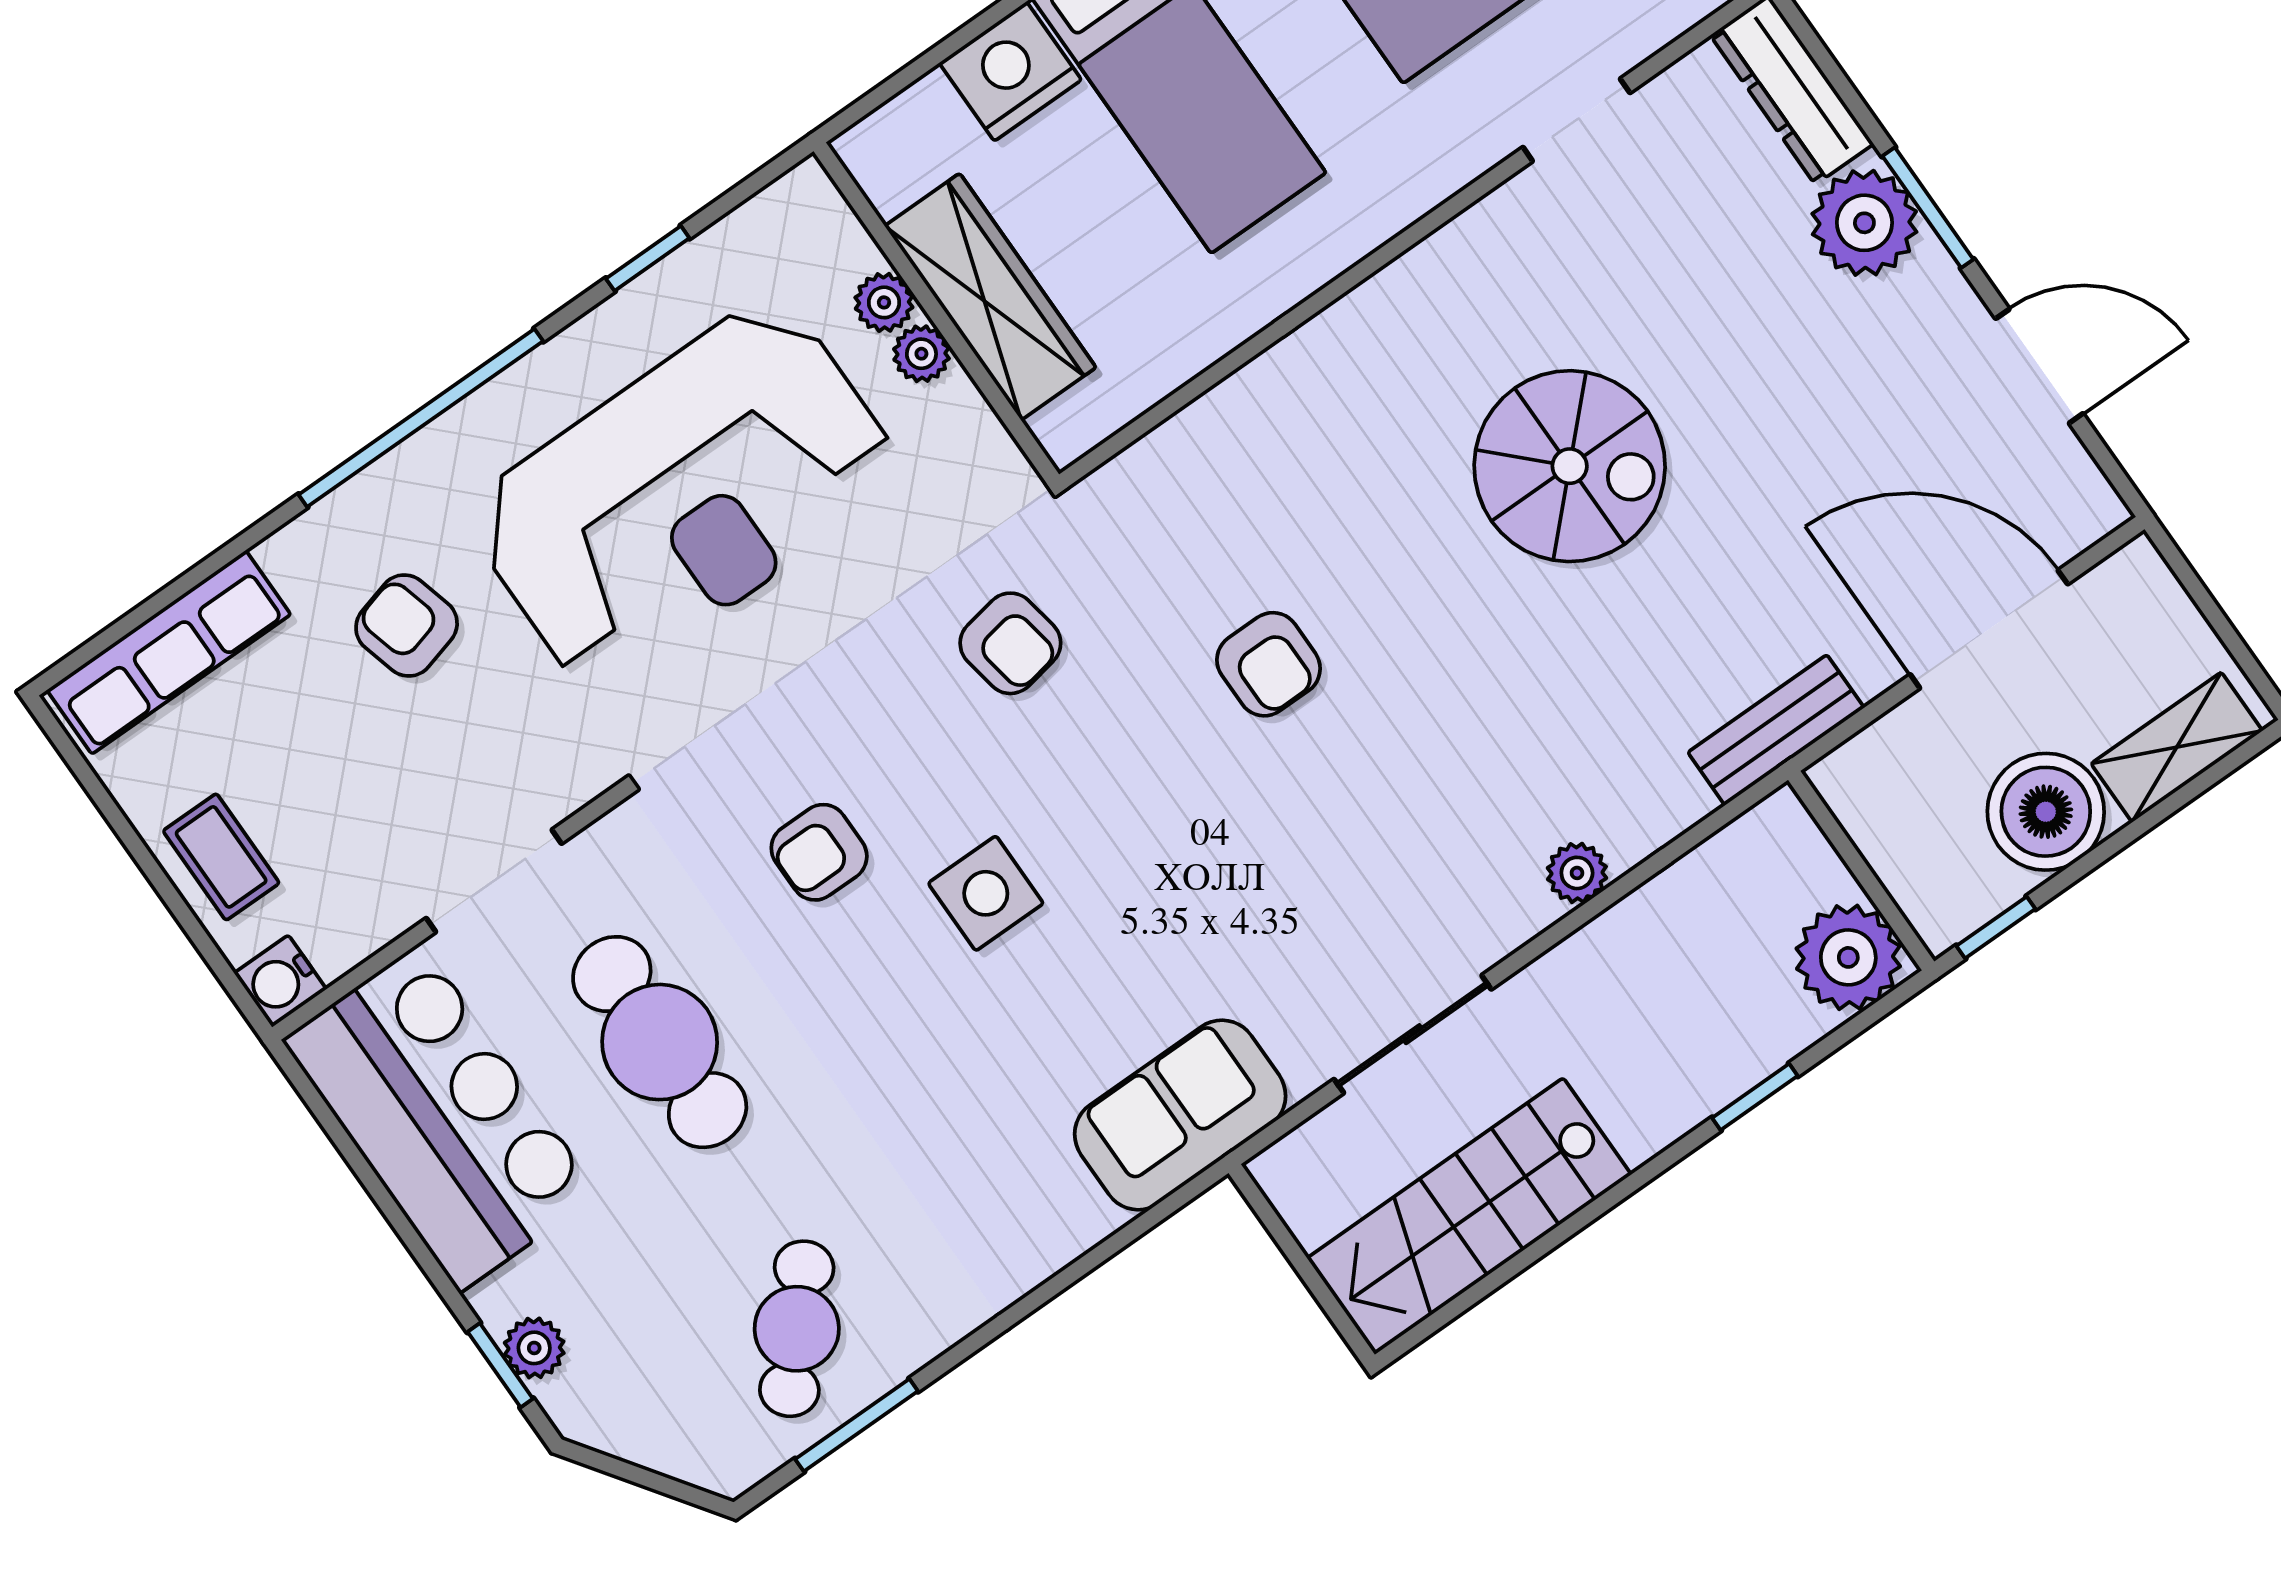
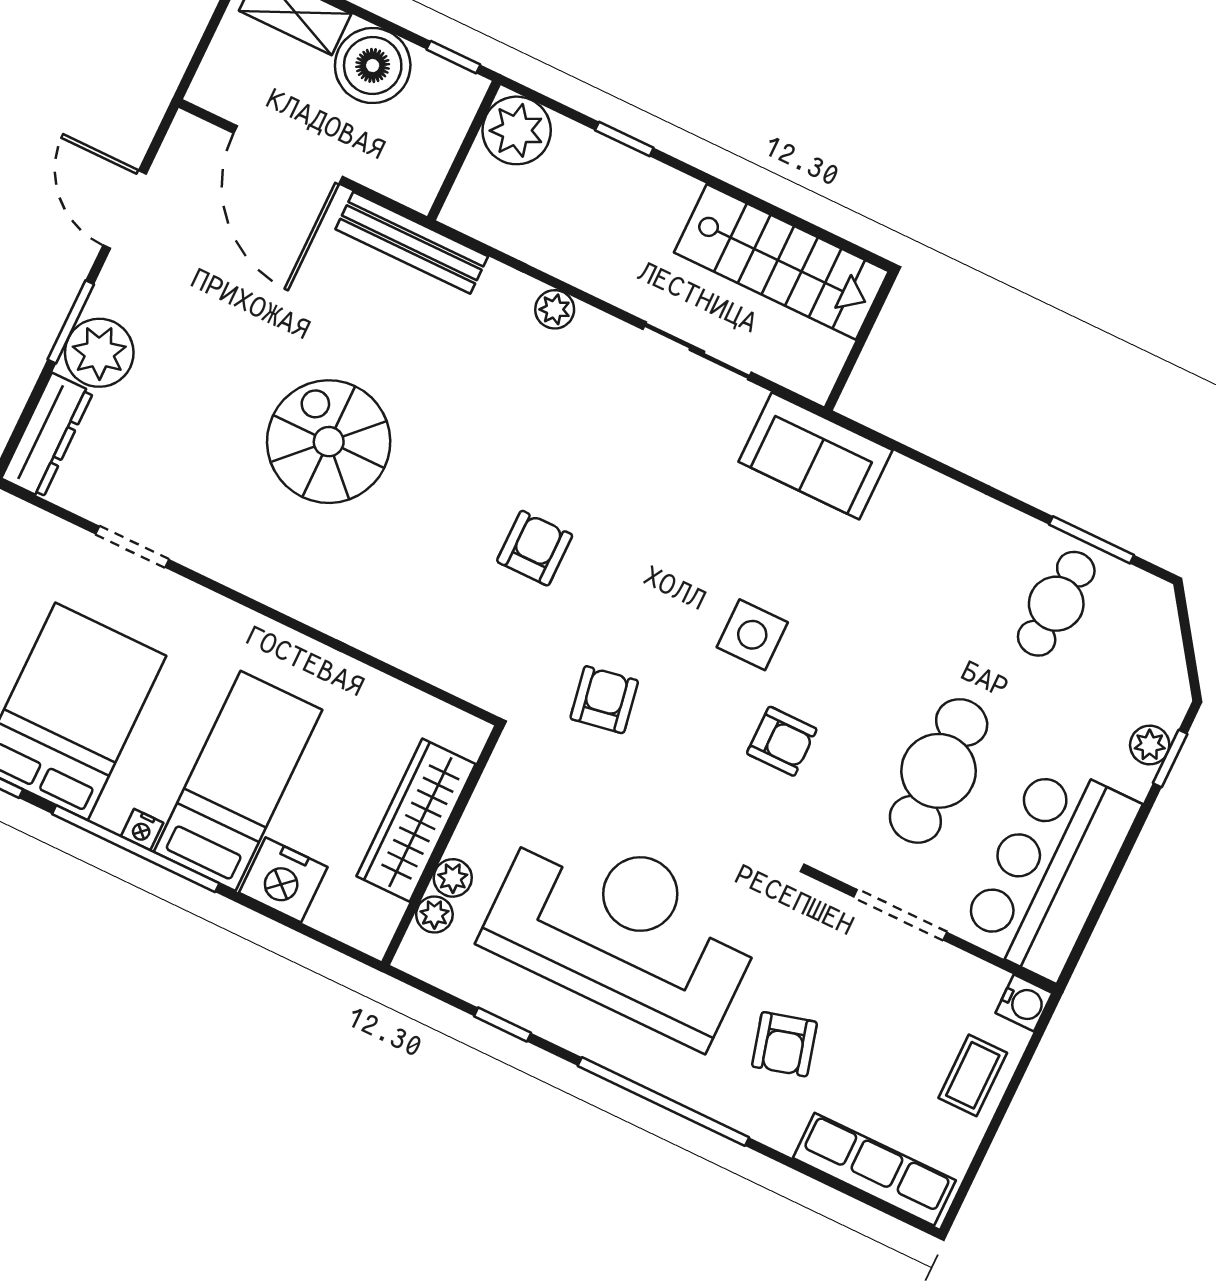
plant: (921, 354) -> (434, 914), moved
bench: (1776, 730) -> (412, 243), width x1.36
cafe table: (797, 1329) -> (1056, 604), turned -38

